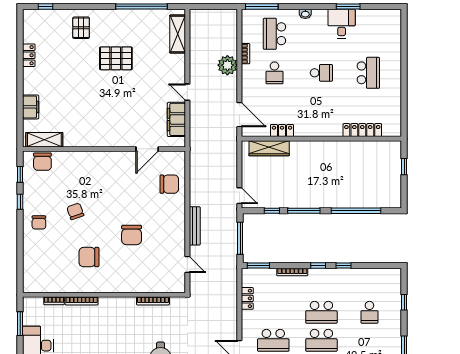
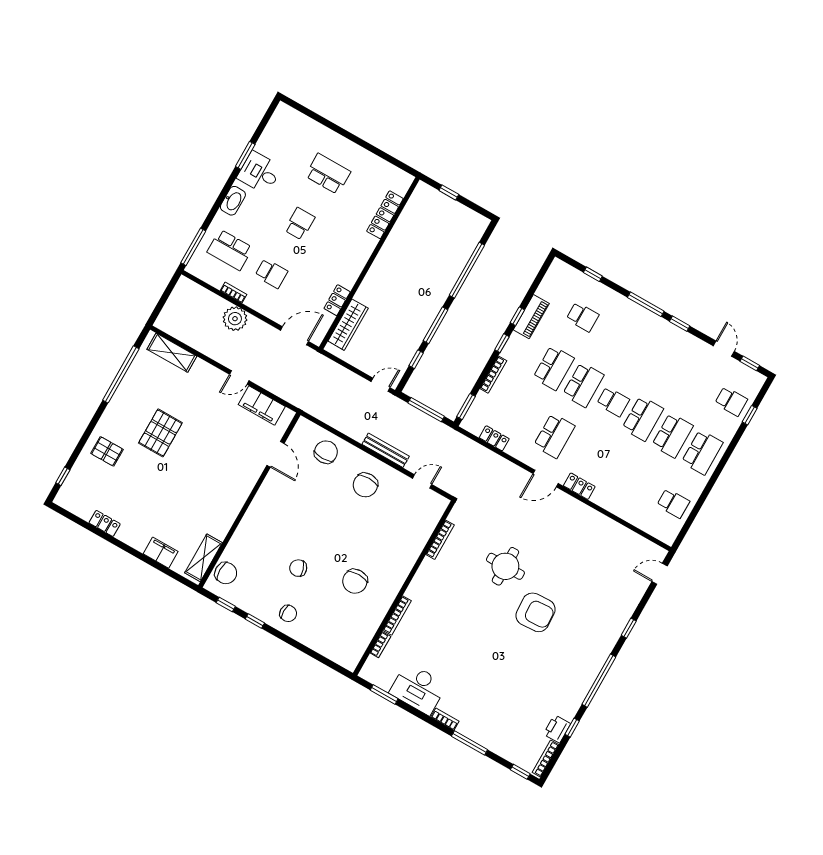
washbasin: (305, 14) -> (233, 201), width x1.91, depth x1.45
chair: (132, 235) -> (365, 485), moved, turned 90
piano: (349, 276) -> (531, 317), added

